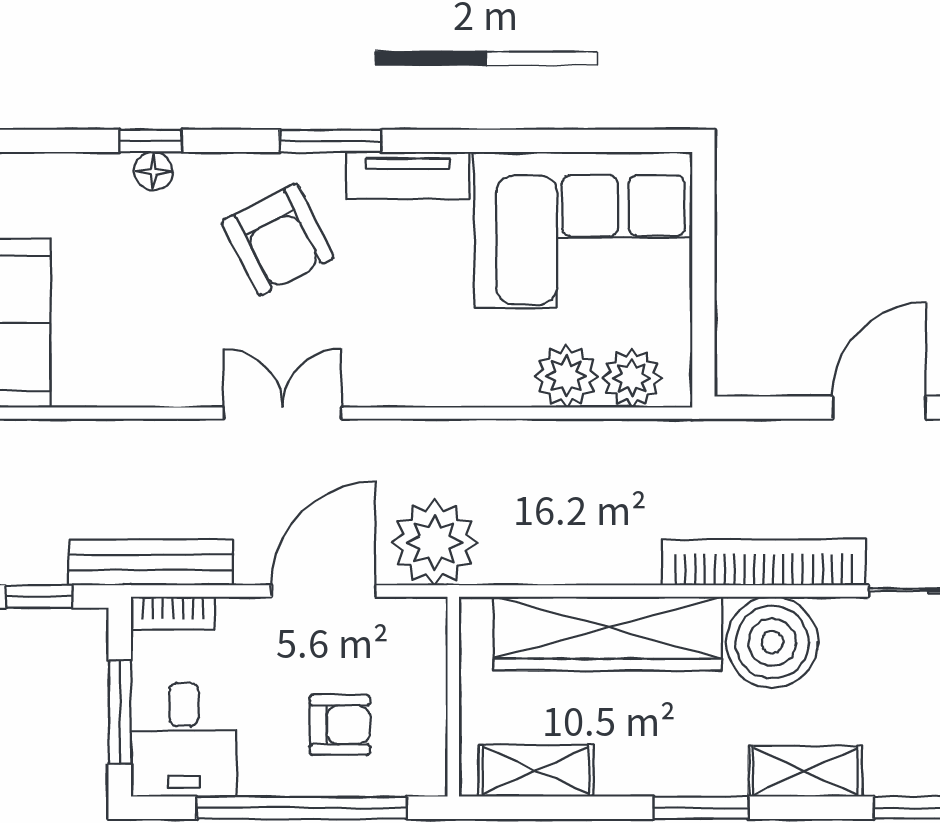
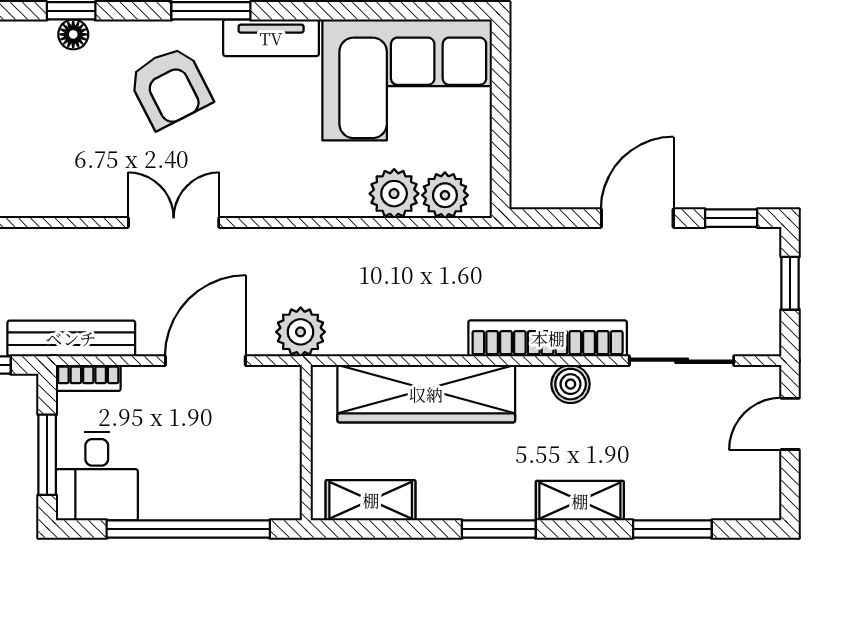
plant: (434, 543) -> (301, 332), width x0.73, depth x0.73
boiler: (772, 642) -> (571, 384), width x0.54, depth x0.54
armchair: (340, 725) -> (218, 465), removed

